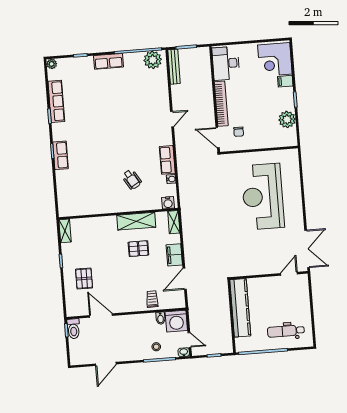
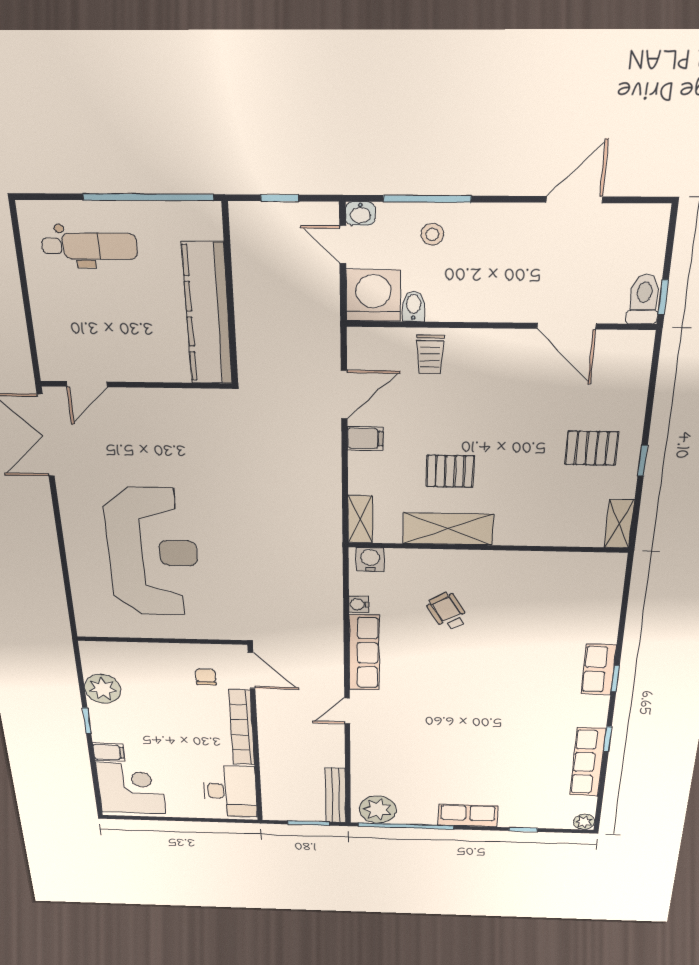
row of seats: (167, 160) -> (364, 653), width x1.48
filing cabinet: (174, 255) -> (365, 438), width x0.50
pallet: (84, 279) -> (592, 448), moved, turned 90

